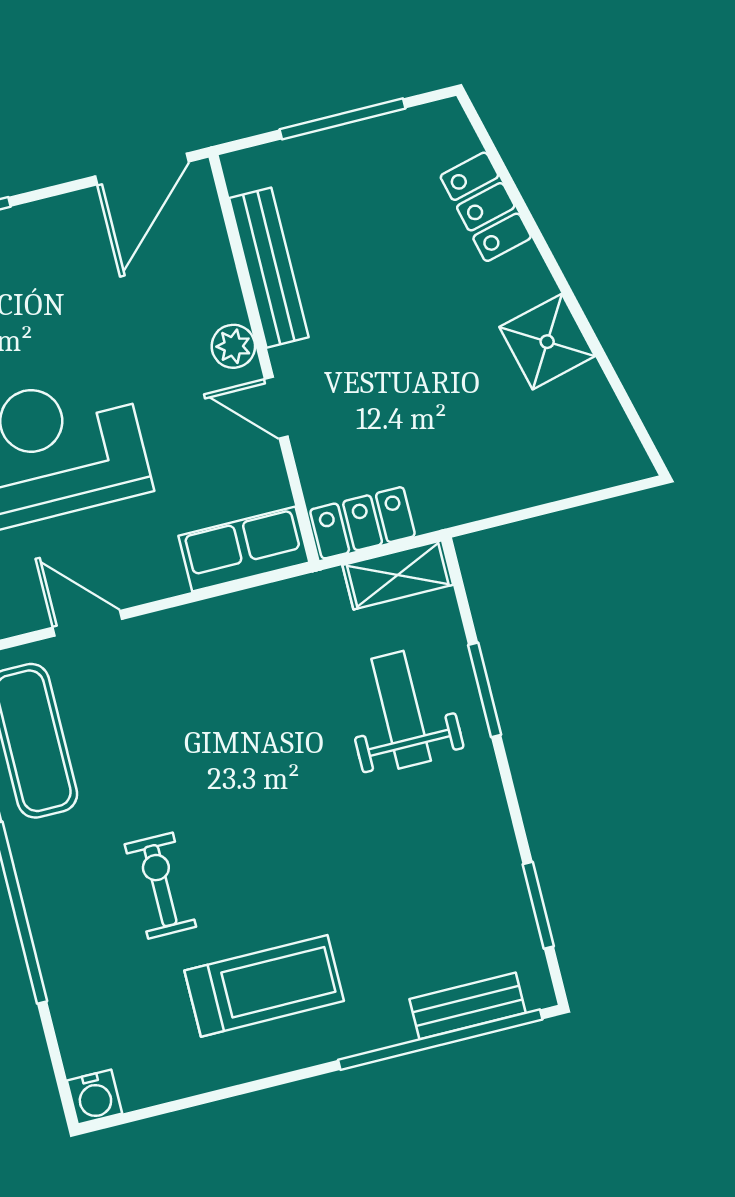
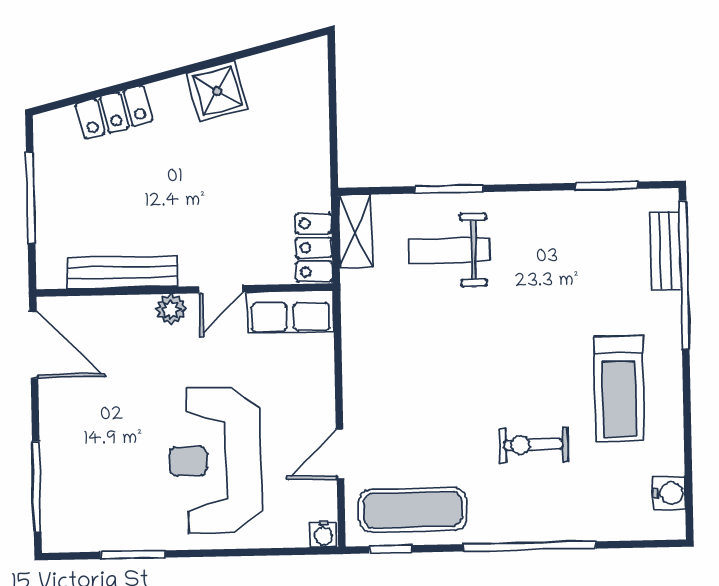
row of seats: (244, 549) -> (290, 312), moved, turned -90
treadmill: (264, 986) -> (619, 389), turned 180
water cooler: (95, 1097) -> (669, 493), moved

